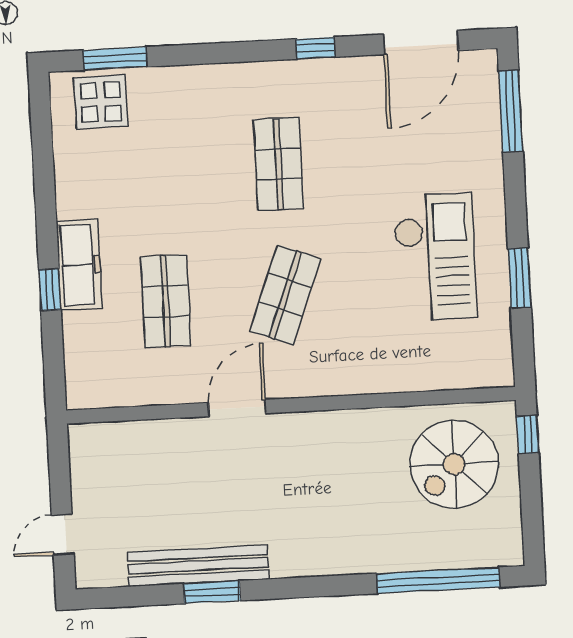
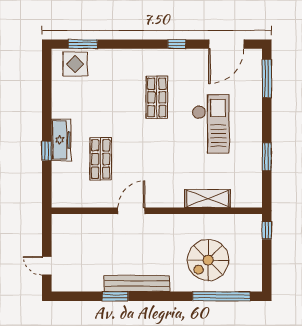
checkout: (435, 257) -> (211, 124), moved
shop shelf: (285, 295) -> (157, 159), removed
shelving: (398, 374) -> (207, 199), added
spiral stairs: (454, 464) -> (208, 260), moved
door: (63, 535) -> (47, 266), hinge flipped
bench: (198, 566) -> (137, 284), moved

